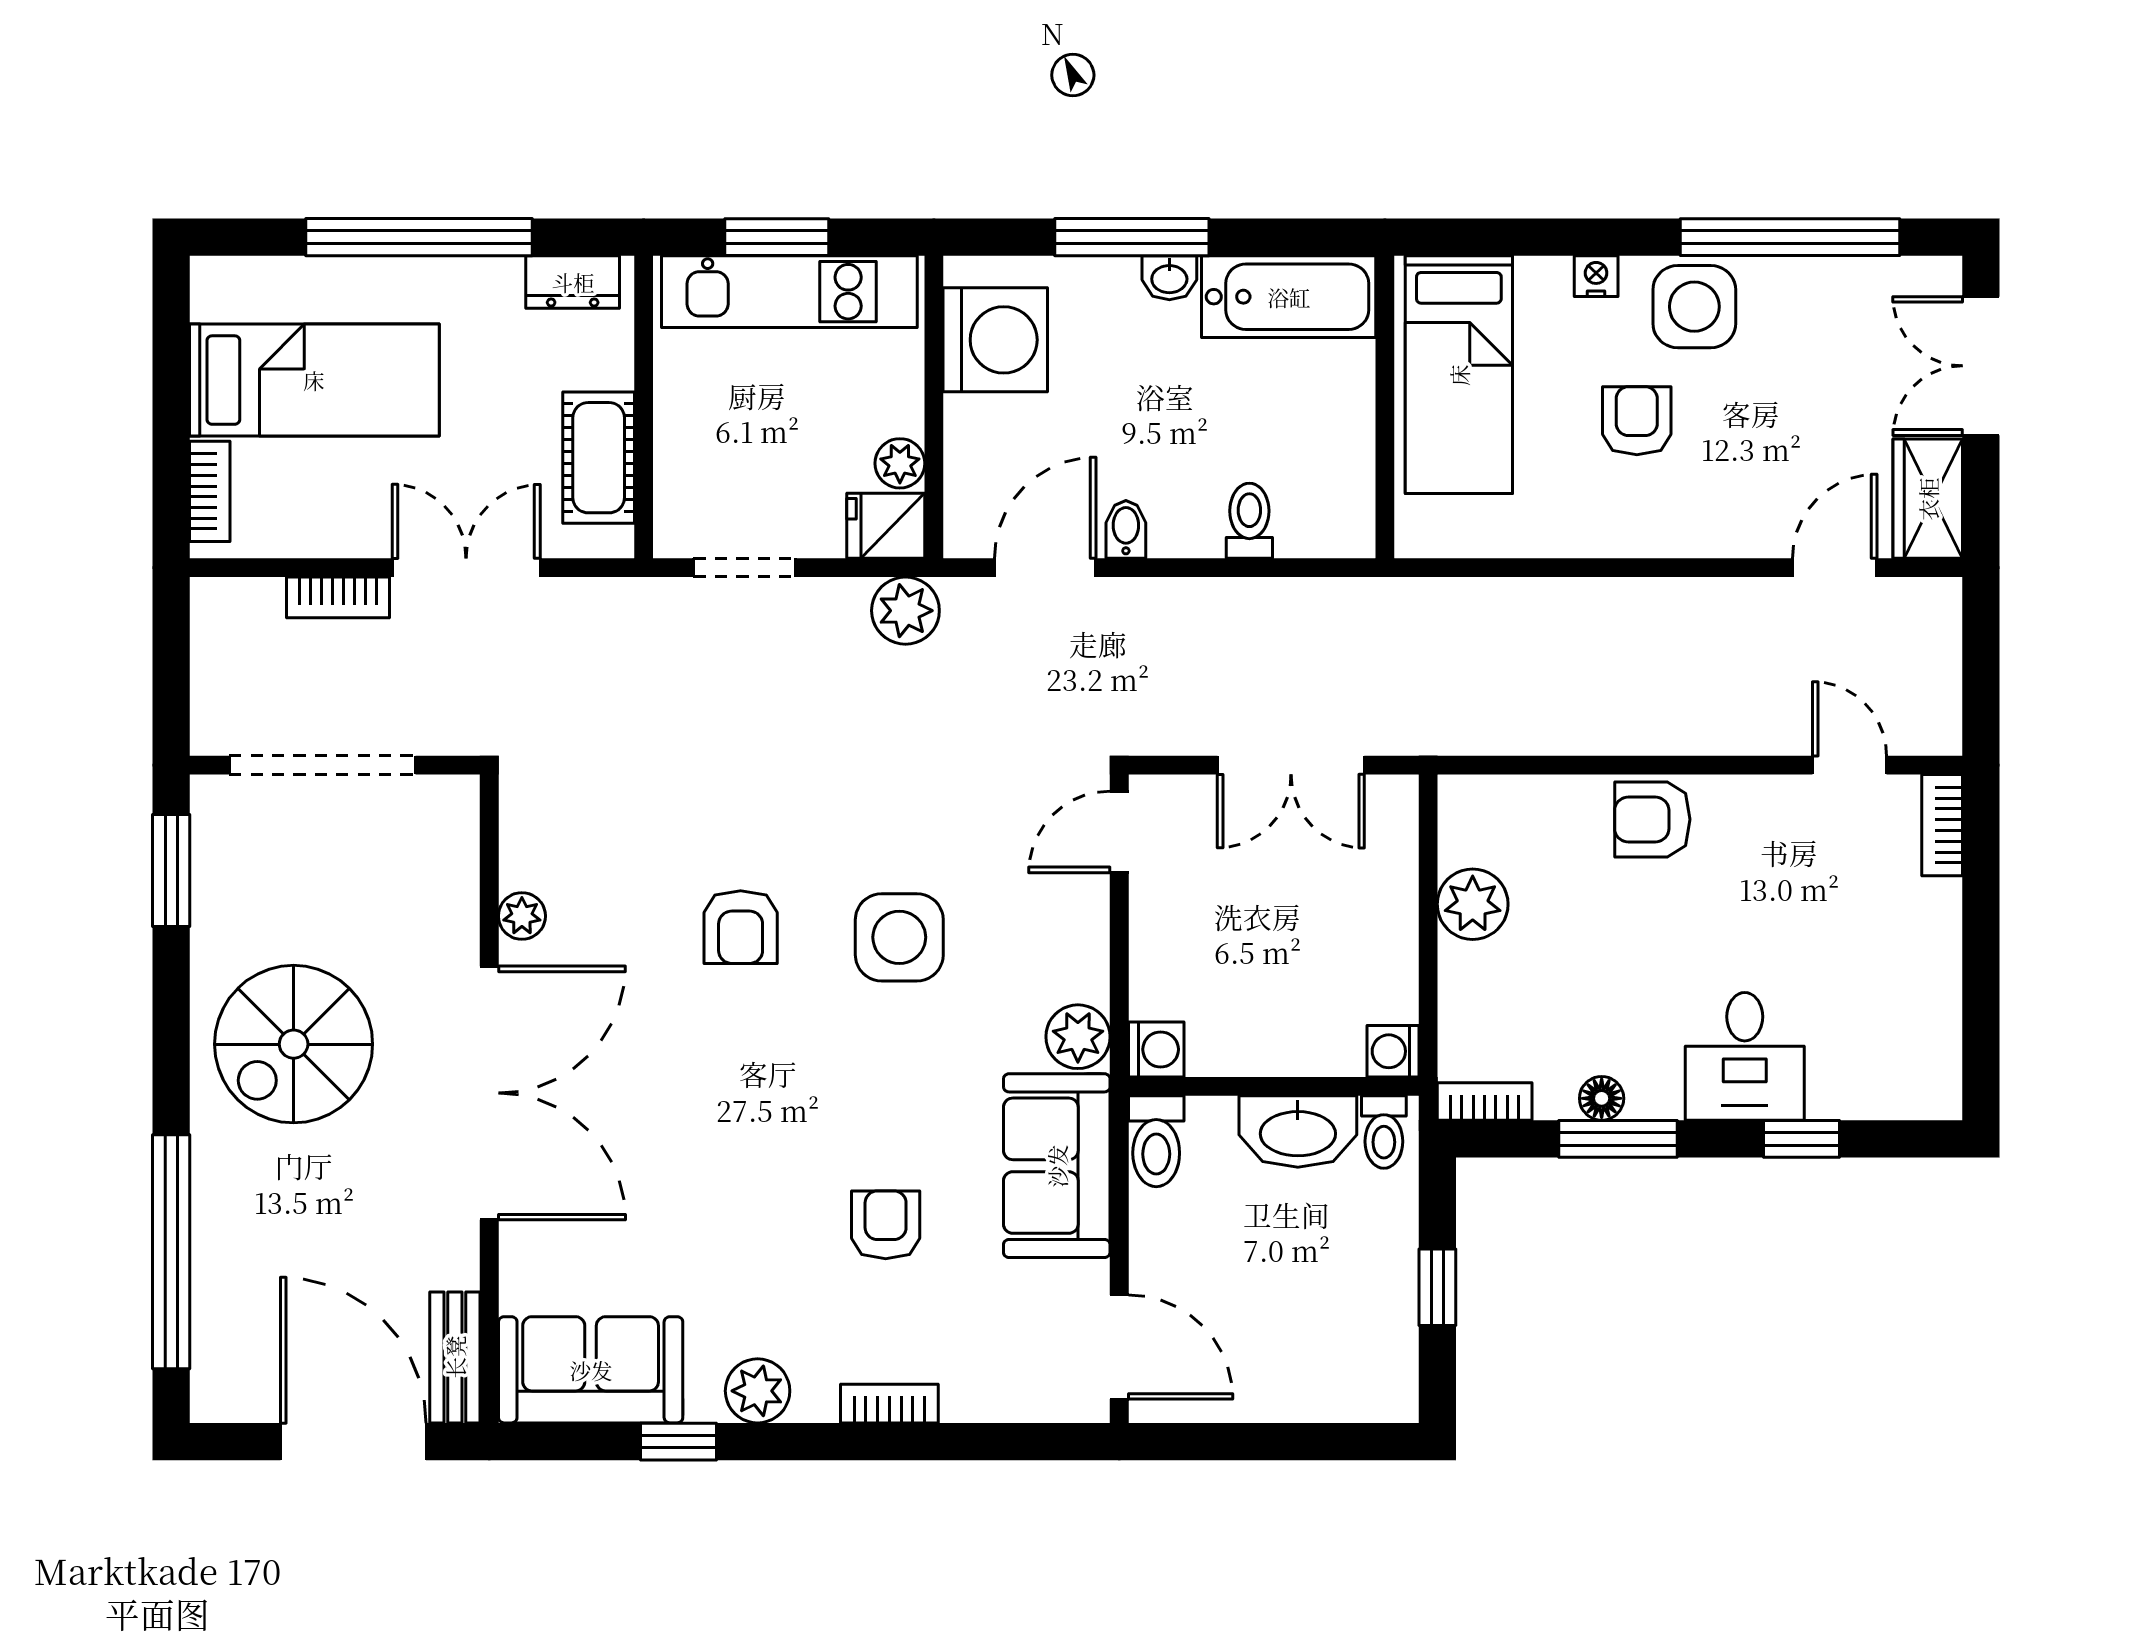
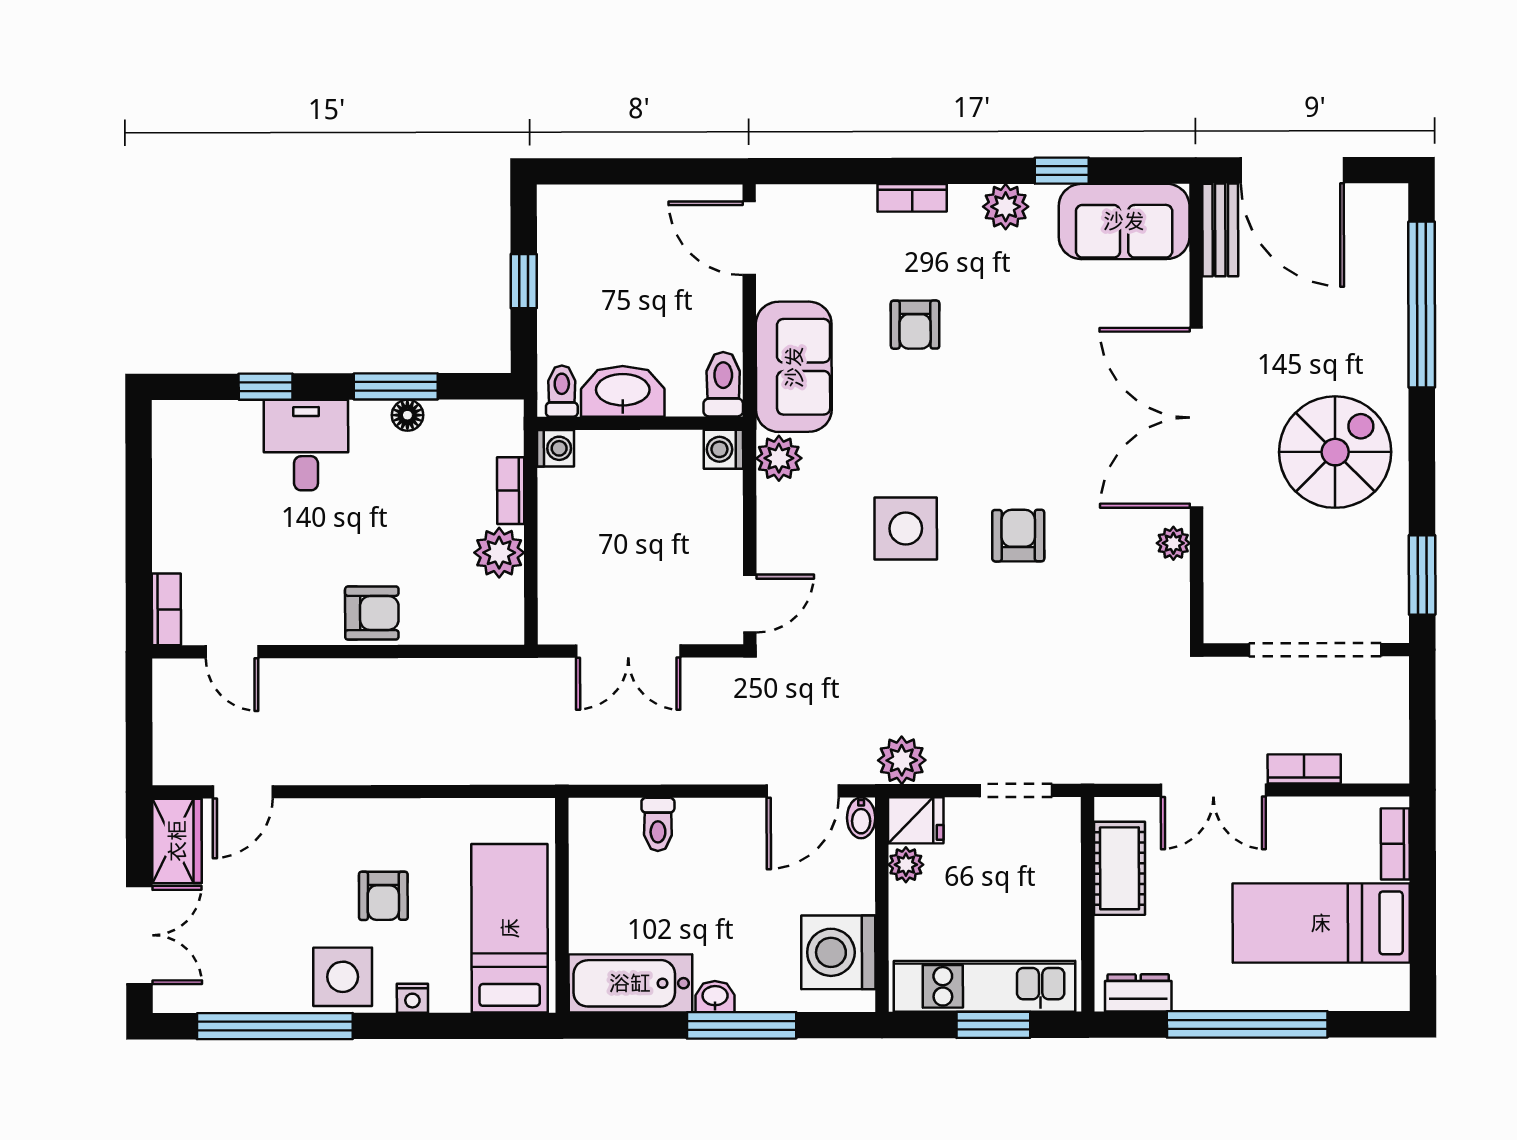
bidet: (1126, 529) -> (861, 818), moved
double door: (1291, 765) -> (628, 651), swing flipped
bookcase: (1485, 1101) -> (511, 491), moved, turned 90

